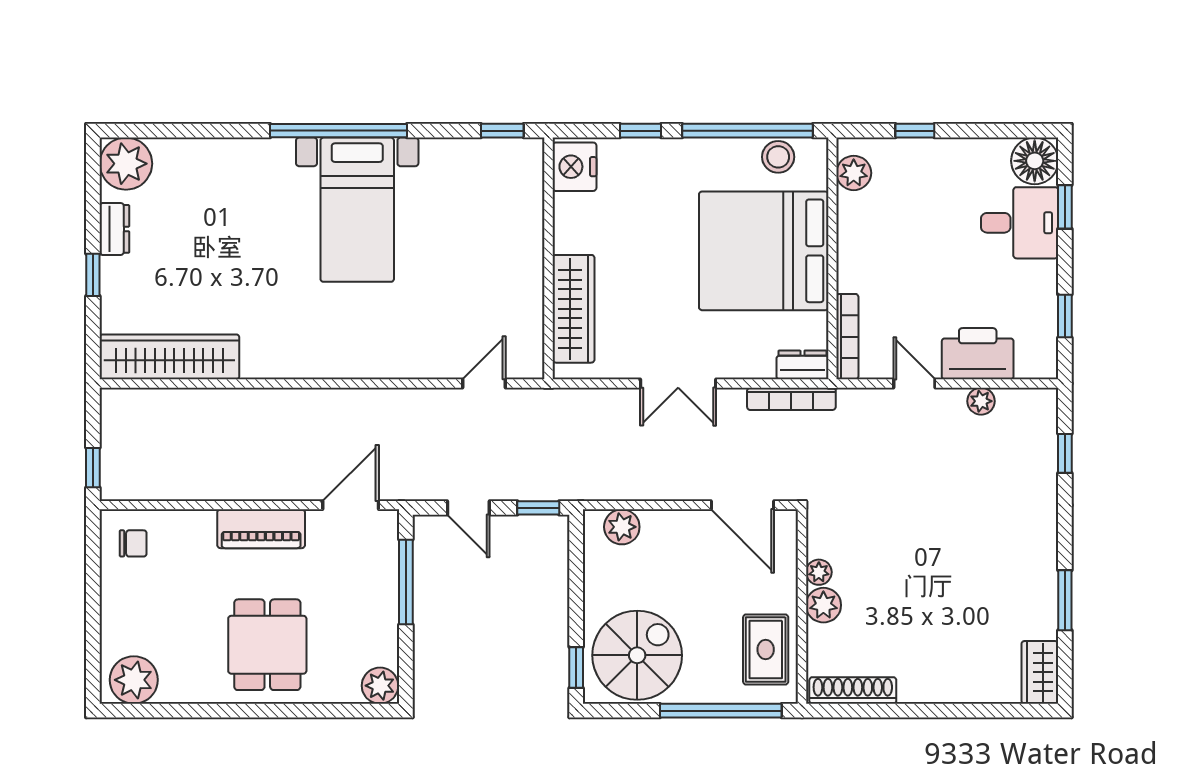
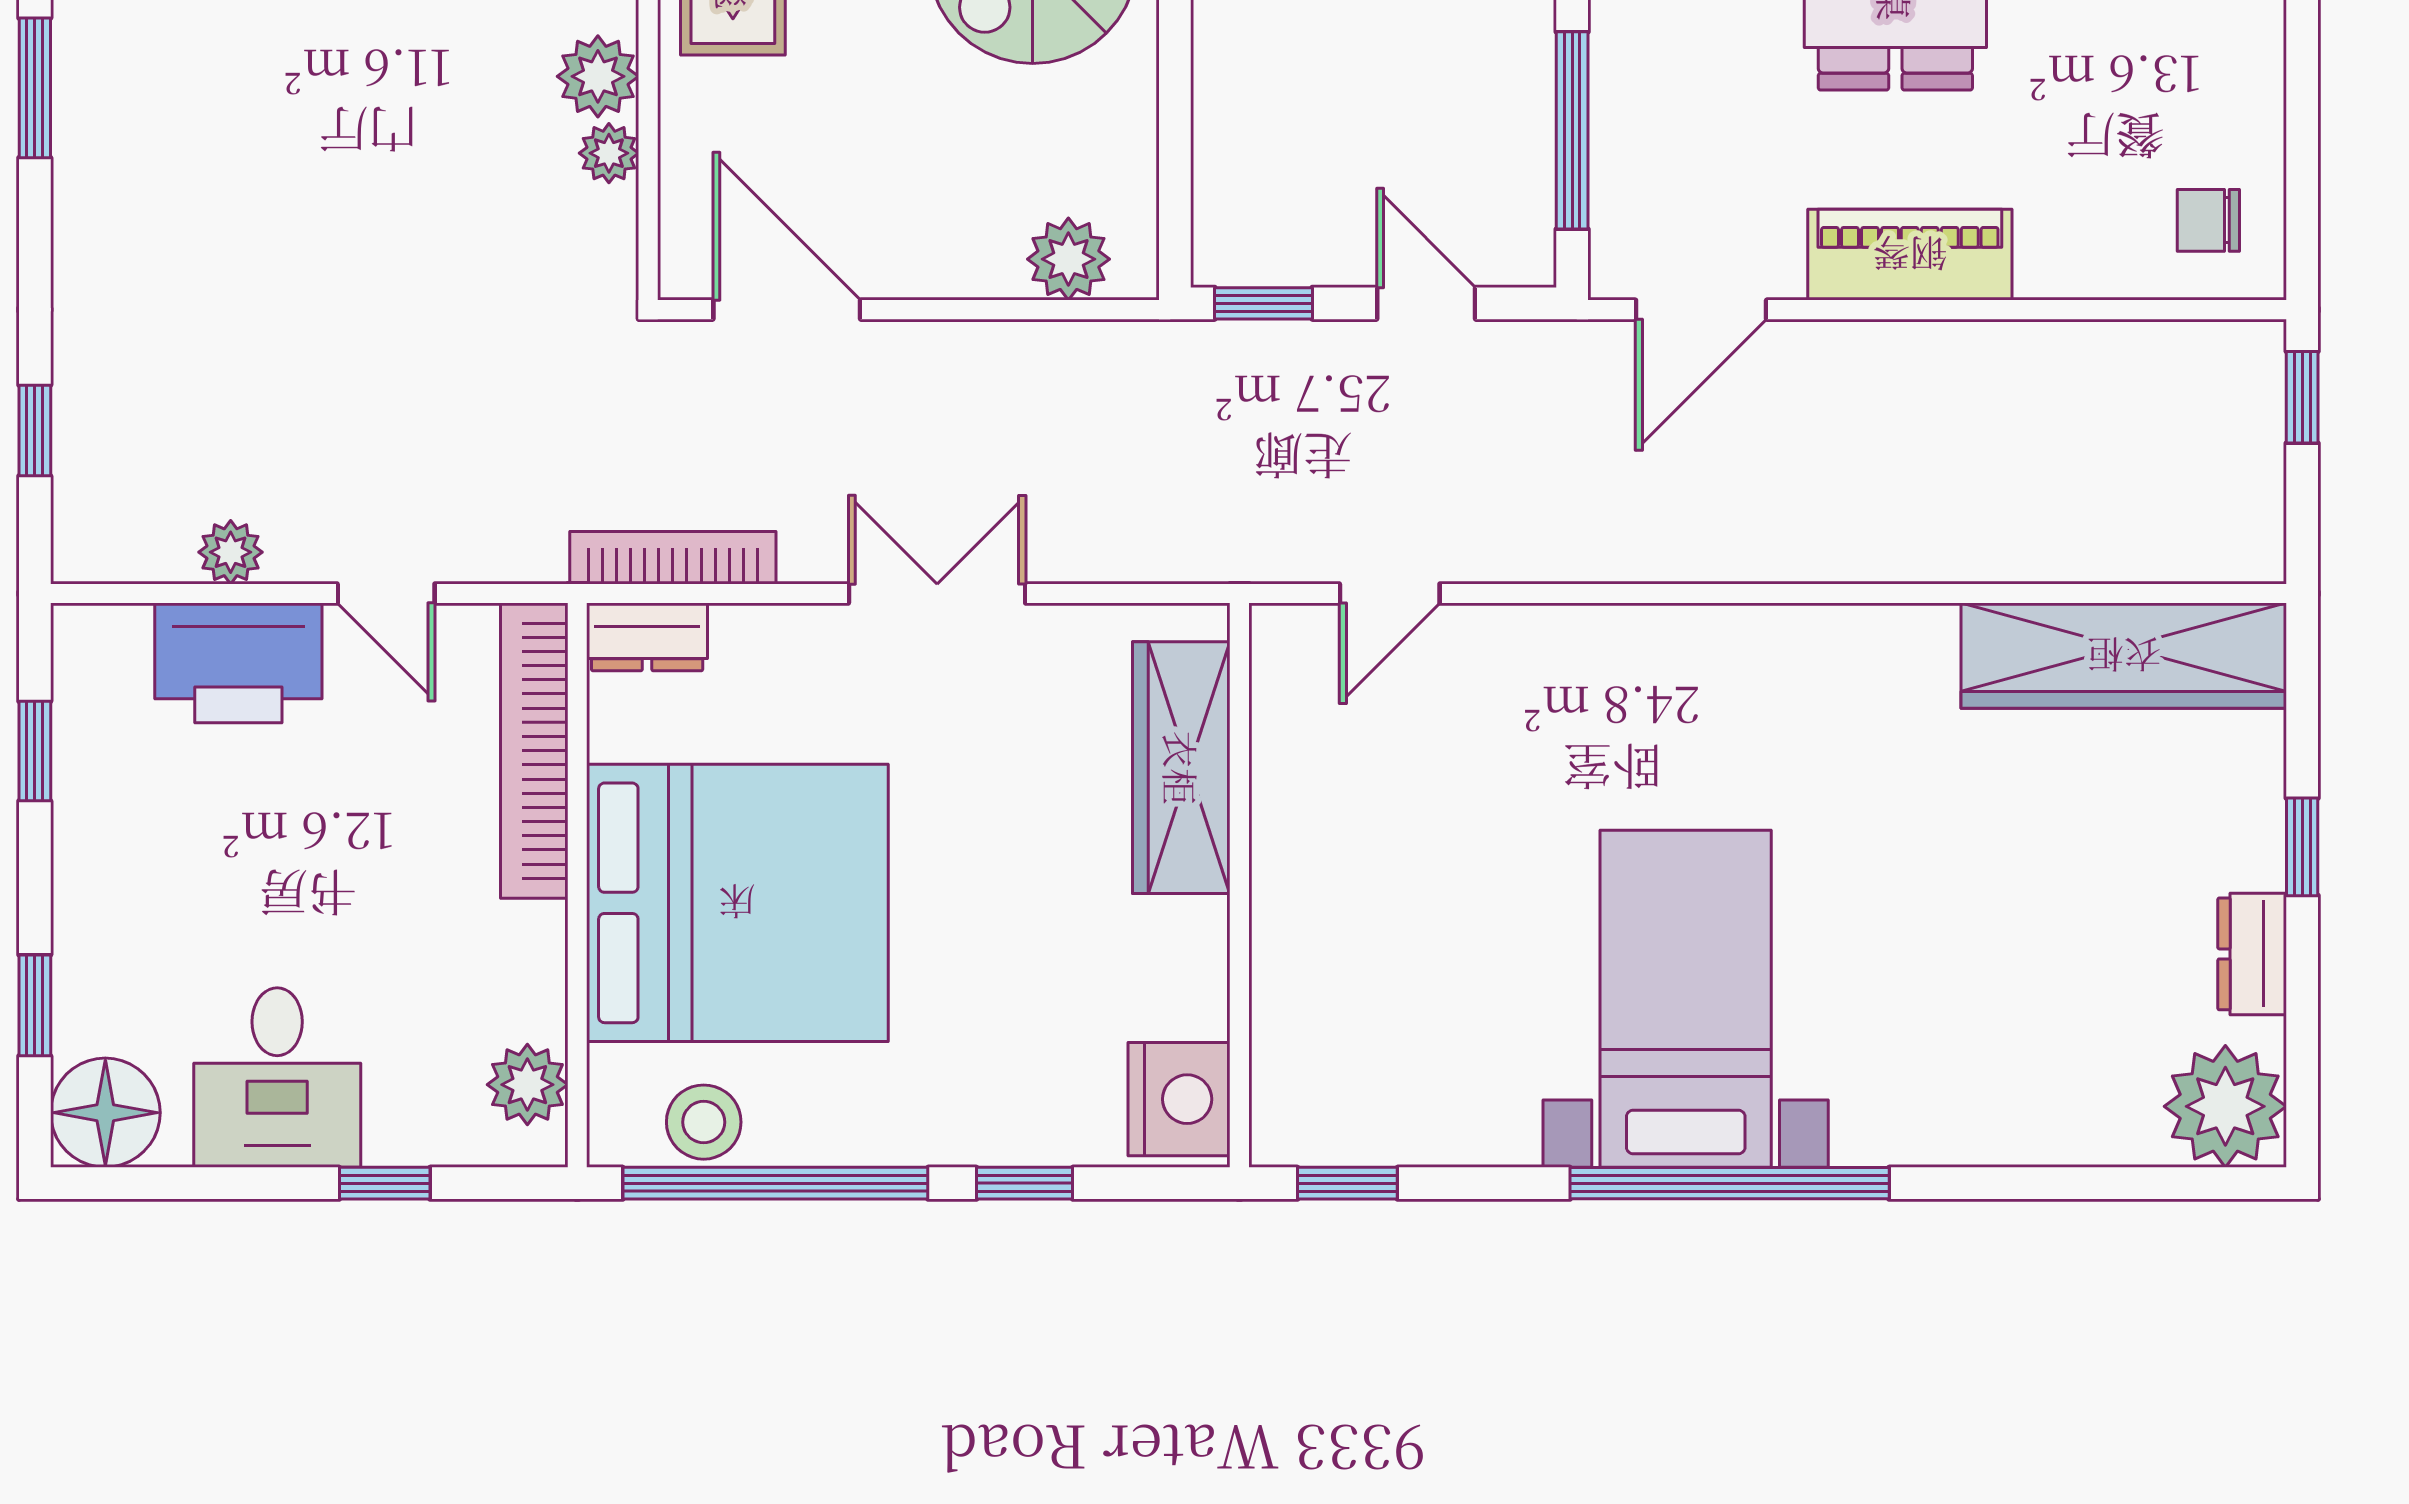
desk: (1020, 223) -> (277, 1077), moved, turned -90
bookcase: (847, 337) -> (534, 751), width x1.48, depth x1.31

